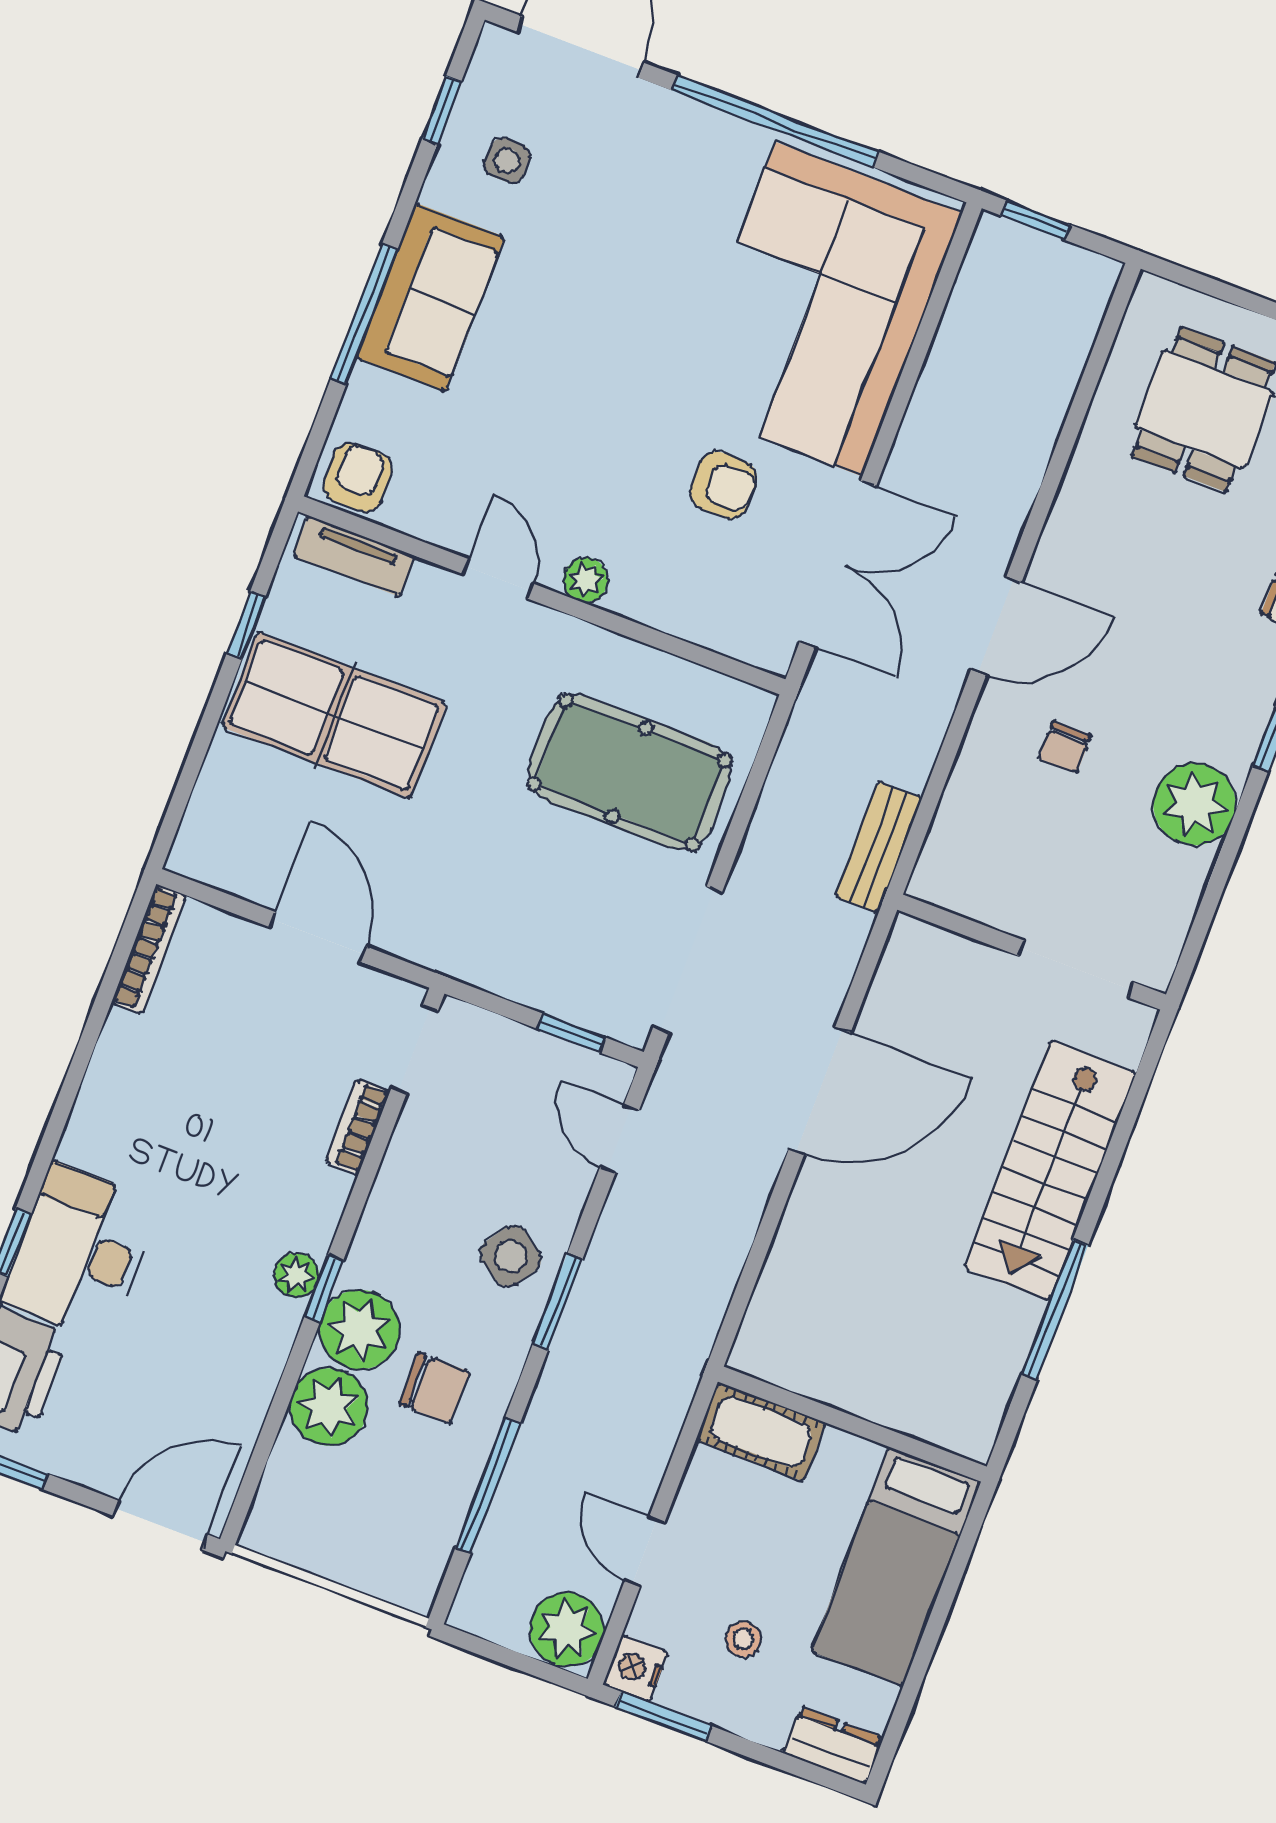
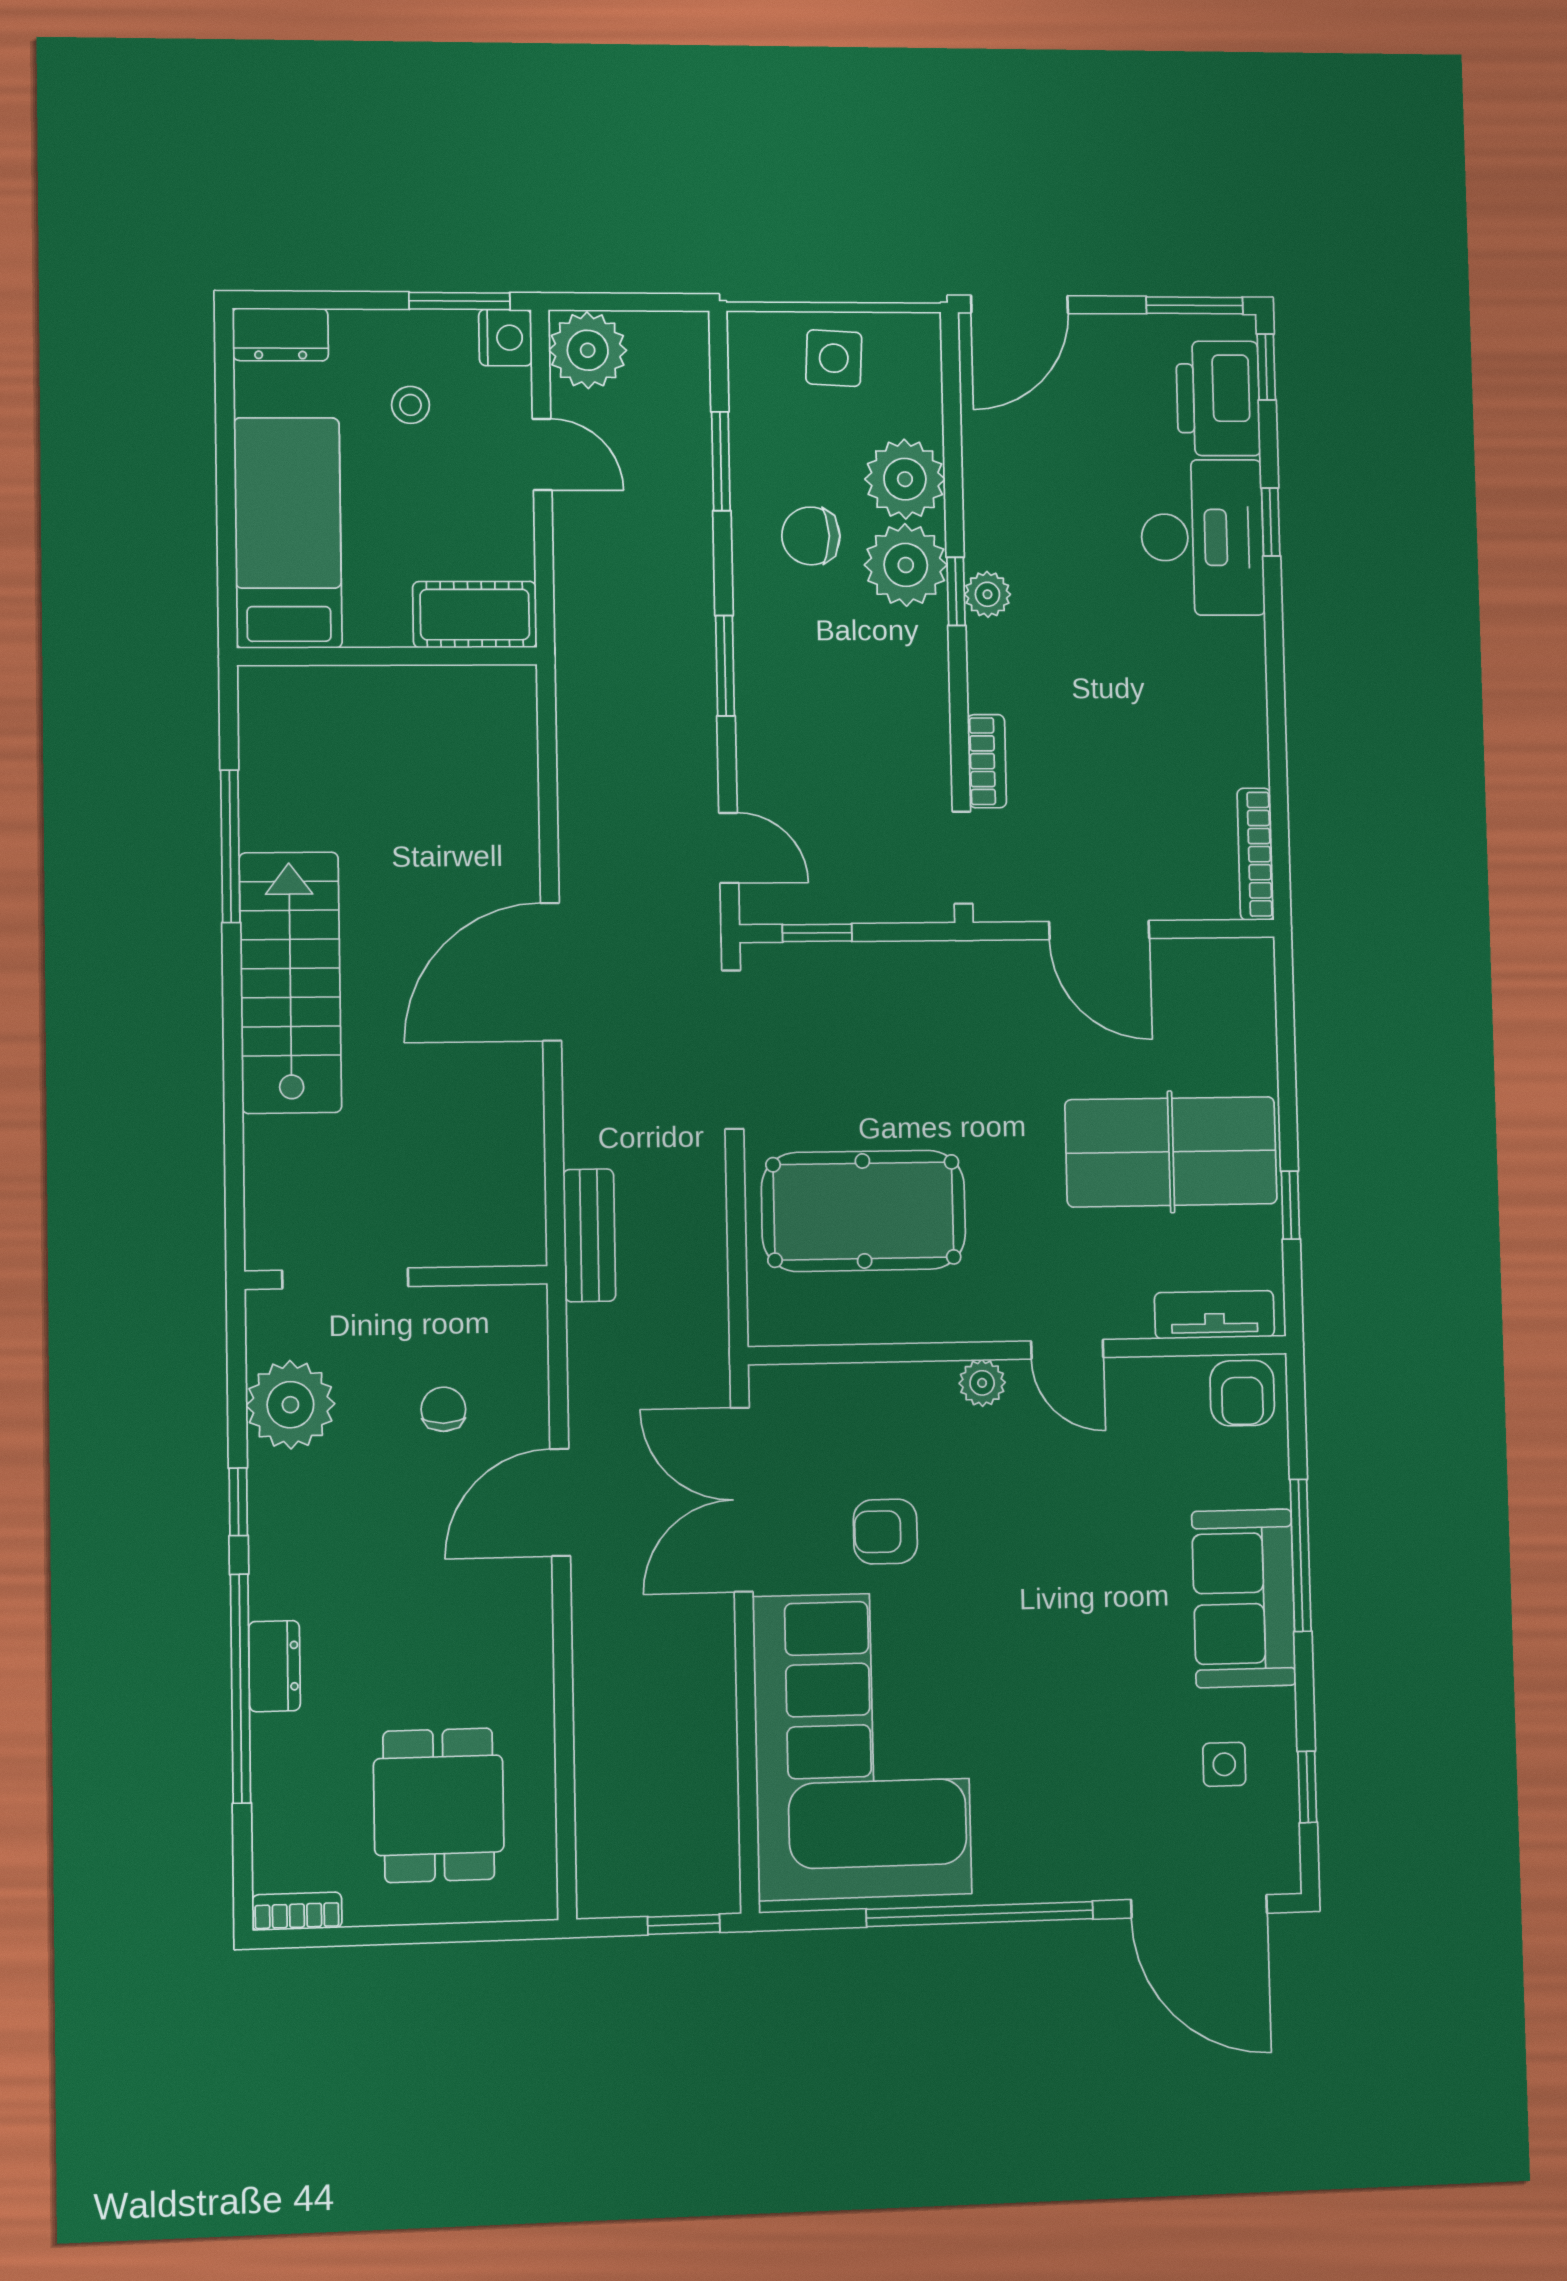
wall: (1032, 952) -> (397, 1277), moved
doorway: (1076, 969) -> (345, 1278), moved
side table: (511, 1256) -> (834, 358), moved, turned -32
window: (488, 1485) -> (721, 461), width x0.69

